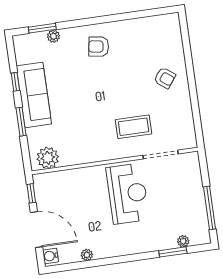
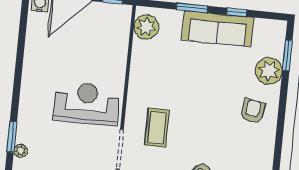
plant: (53, 36) -> (269, 71), width x1.87, depth x1.87
reception desk: (128, 194) -> (87, 103), turned 180
plant: (87, 255) -> (31, 43), removed

